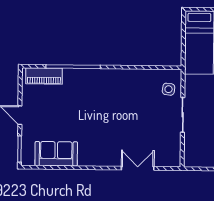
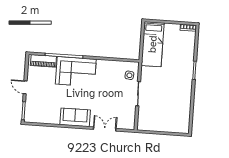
corner sofa: (91, 88) -> (76, 72), added
sofa: (56, 154) -> (75, 117), moved

